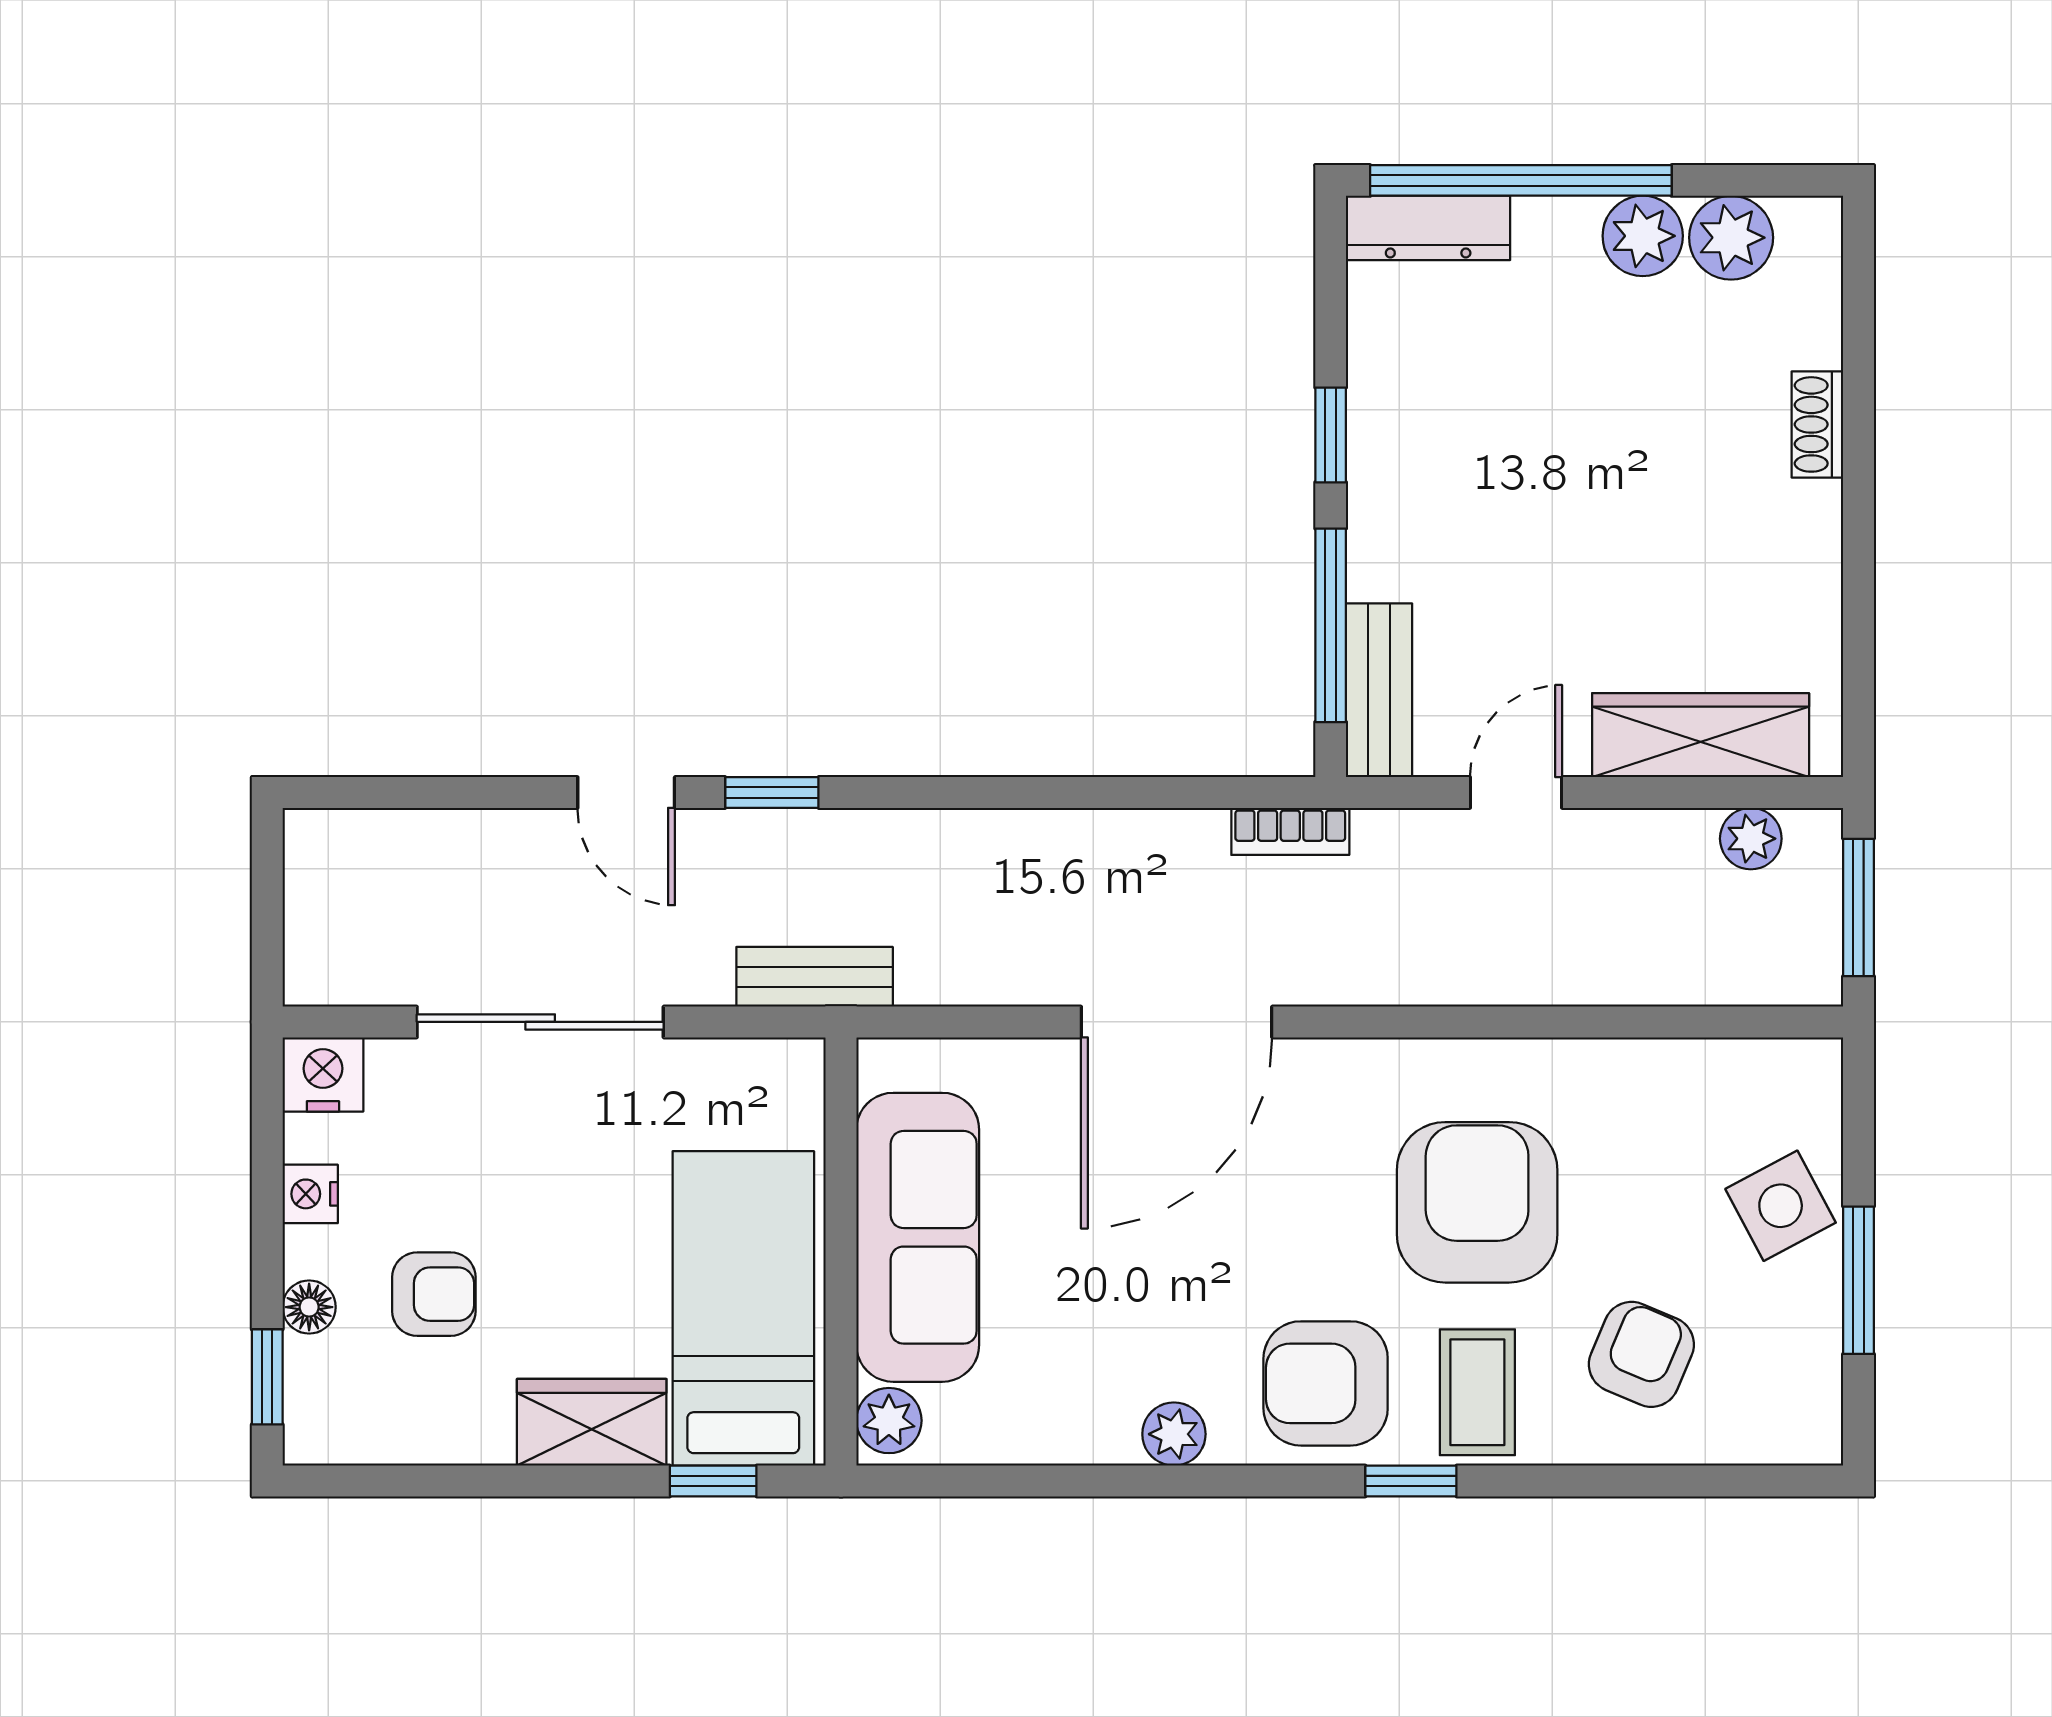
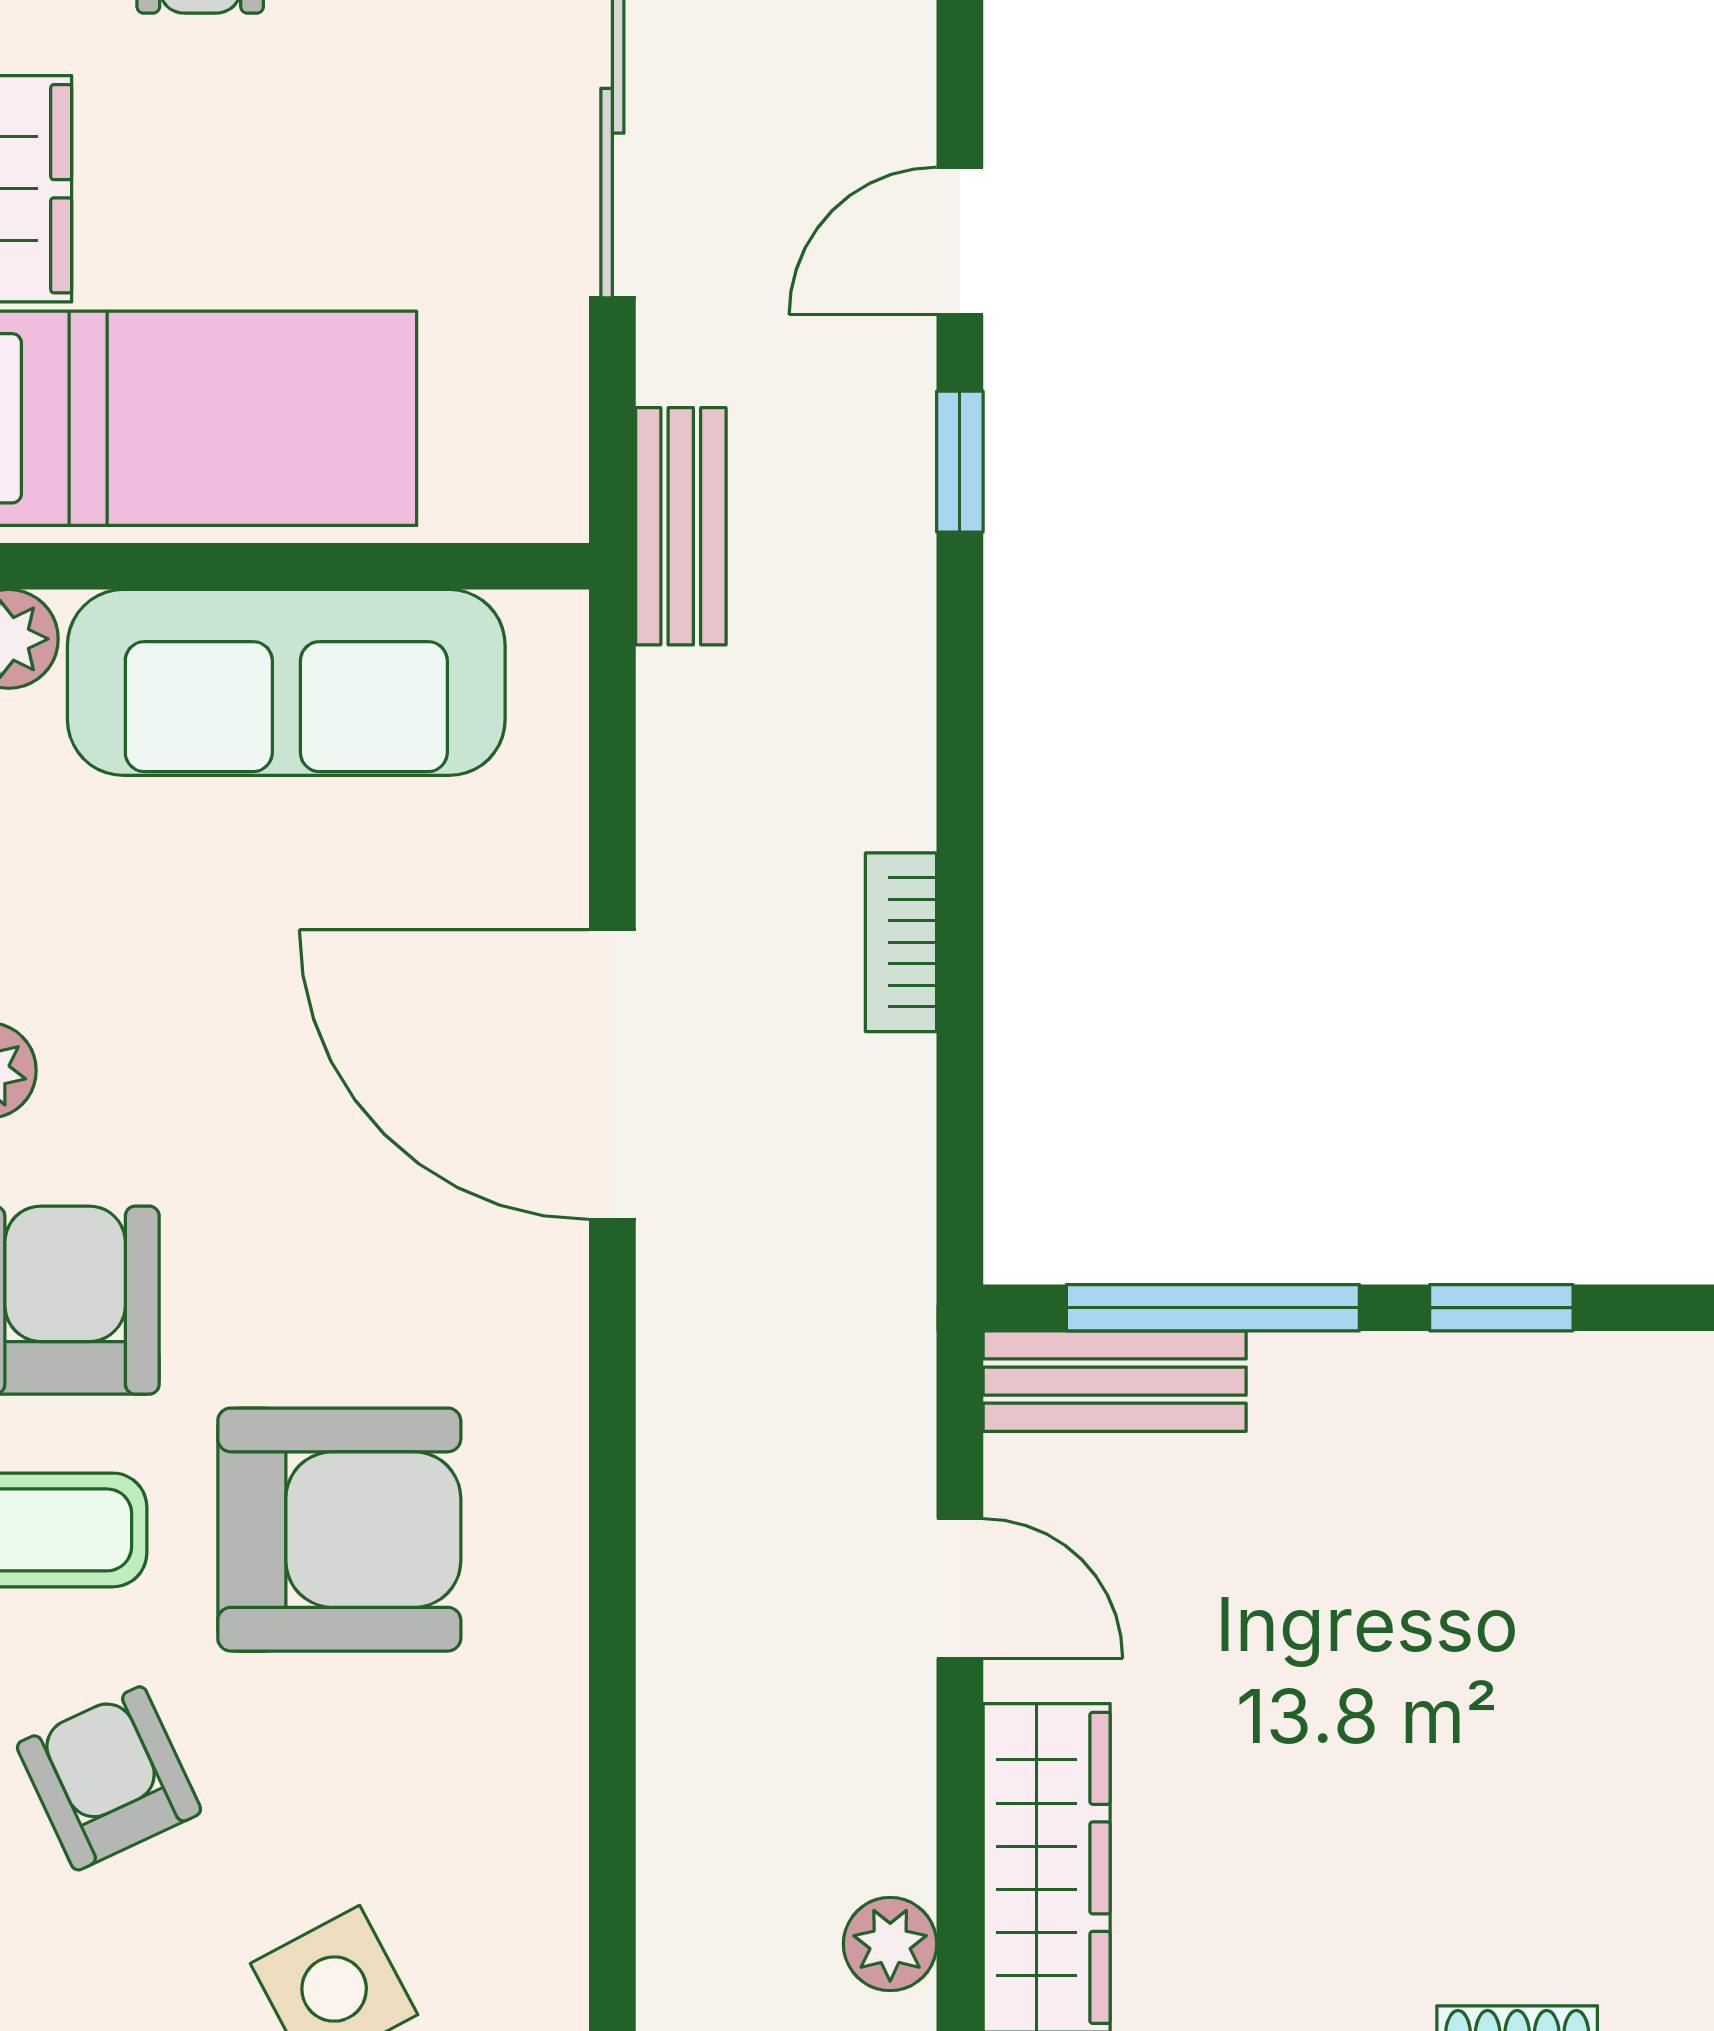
bookcase: (1290, 831) -> (901, 942), moved
armchair: (1641, 1354) -> (109, 1778), turned -138

